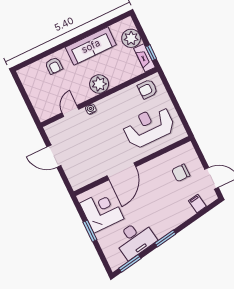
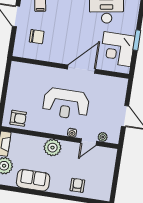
sofa: (91, 46) -> (33, 180), width x0.73
plant: (61, 124) -> (103, 137), added
reception desk: (149, 127) -> (66, 104), moved

